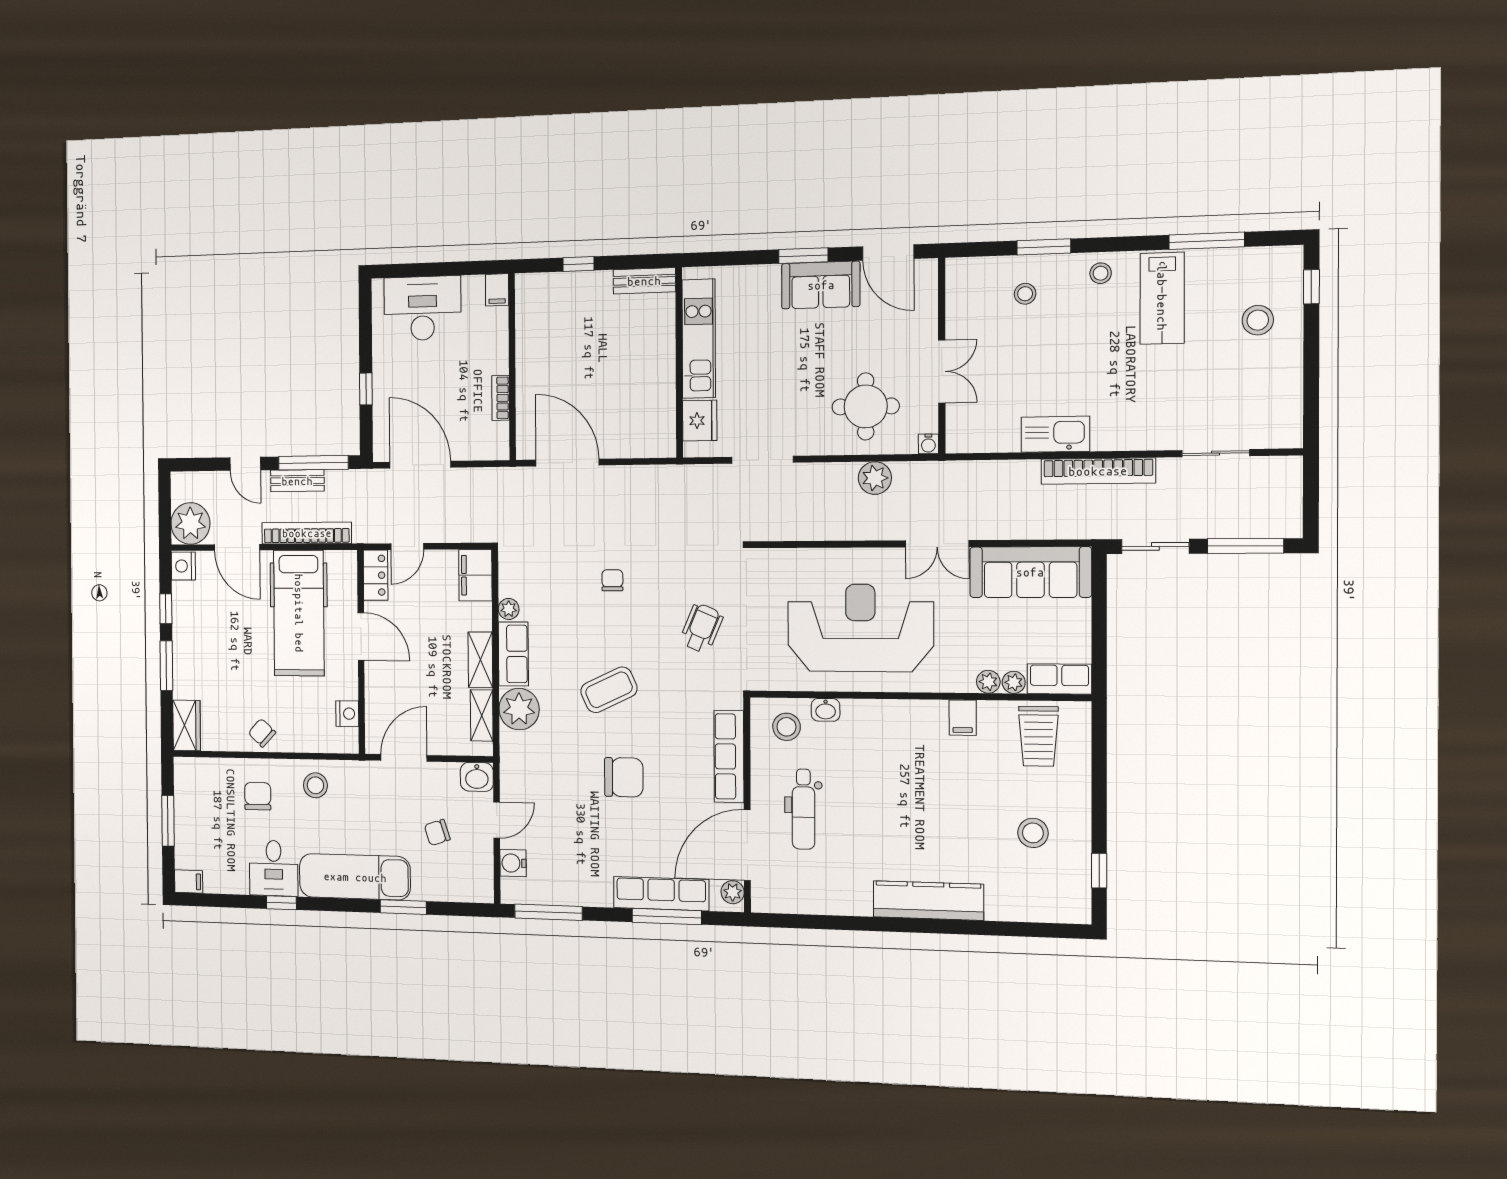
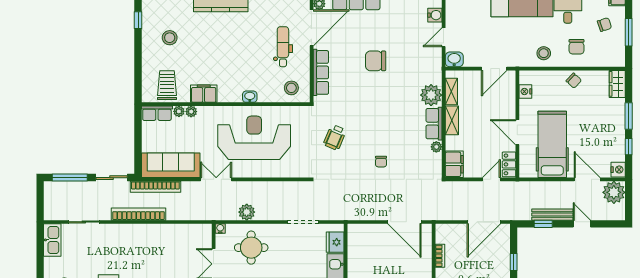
kitchen sink: (1055, 434) -> (52, 240), moved, turned -90
window: (313, 463) -> (543, 224), width x0.46
door: (420, 465) -> (484, 222), hinge flipped
bench: (297, 481) -> (552, 215), width x1.36
bookcase: (307, 533) -> (155, 187), moved
reception desk: (860, 628) -> (254, 138), turned 180
coffee table: (609, 690) -> (383, 106), removed
washbasin: (826, 710) -> (250, 97), moved
filing cabinet: (963, 718) -> (204, 94), width x2.00
chair: (437, 832) -> (604, 25), moved

